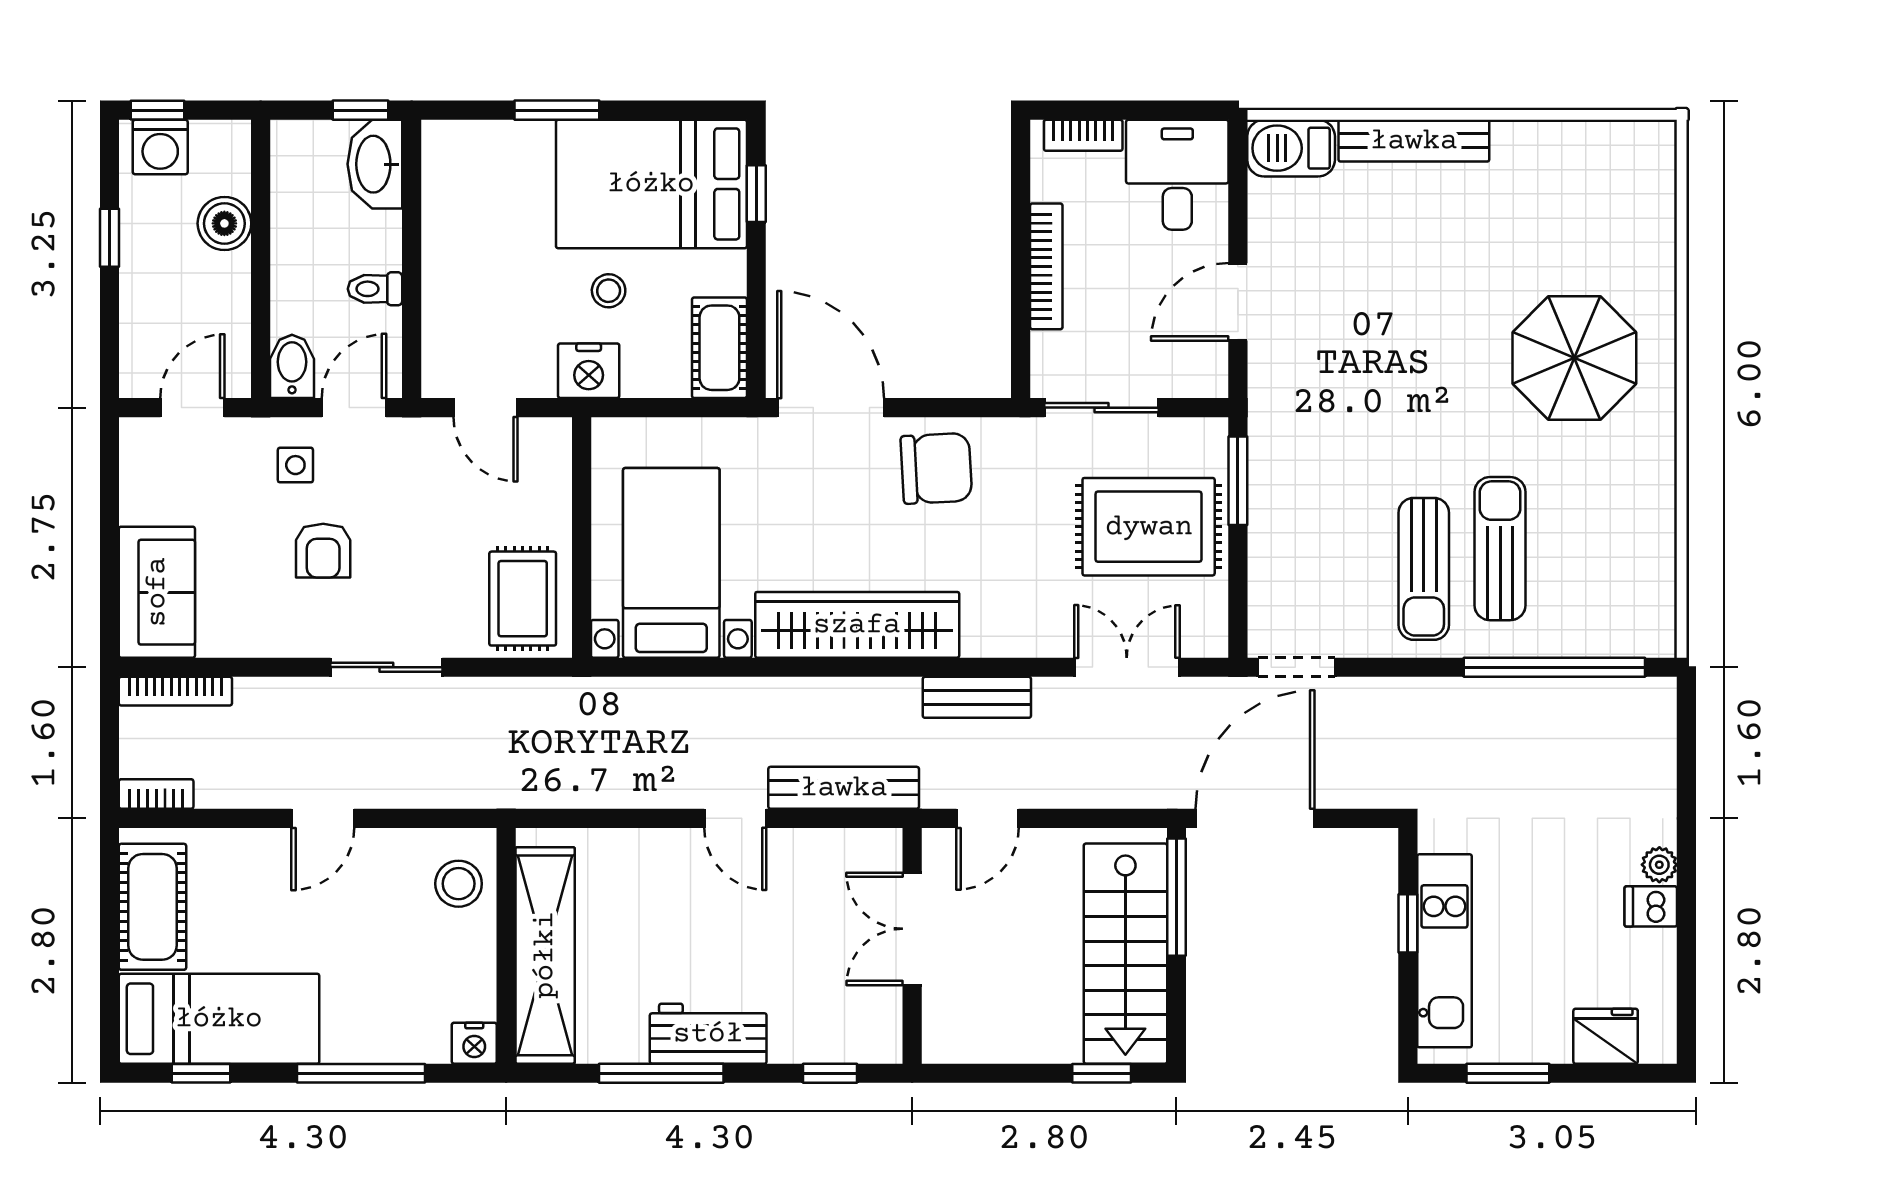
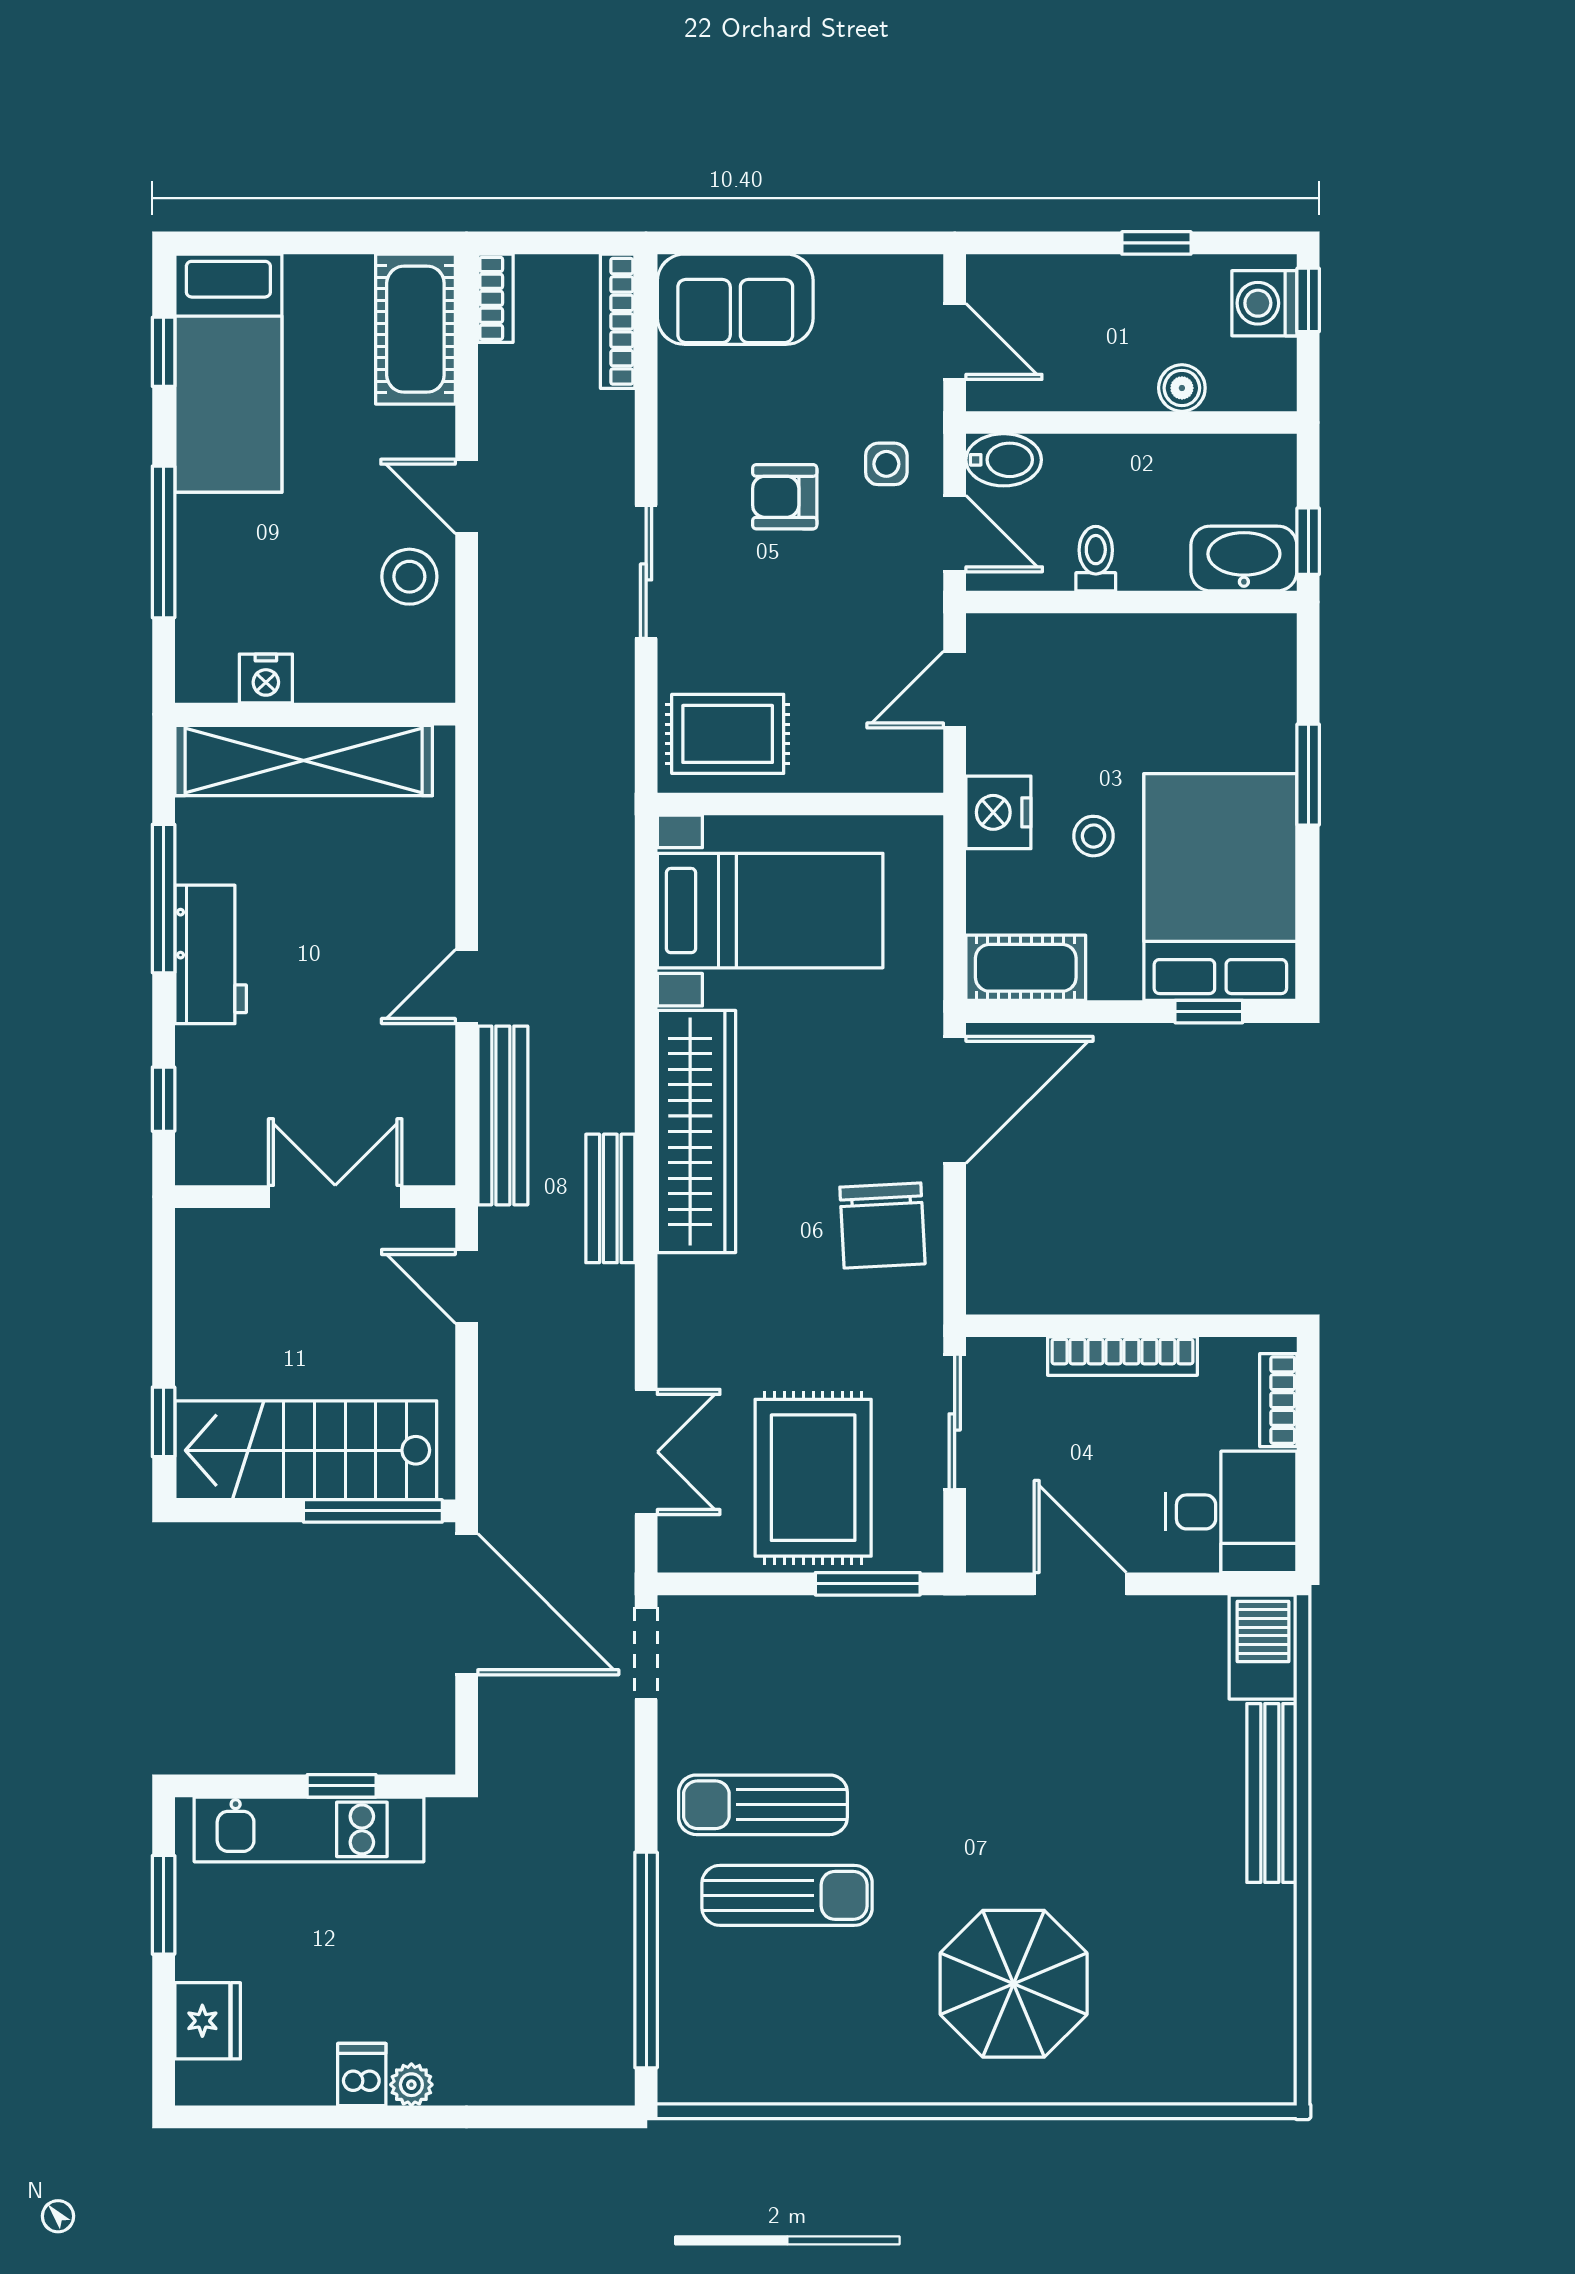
boiler: (224, 223) -> (1182, 388), width x0.73, depth x0.73
bench: (977, 697) -> (610, 1198), moved
stool: (459, 884) -> (409, 577), moved
cot: (152, 907) -> (415, 329), moved, turned 90
nightstand: (474, 1043) -> (266, 679), moved, turned -90

